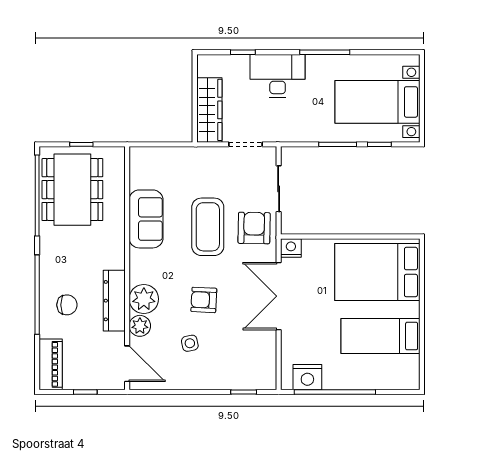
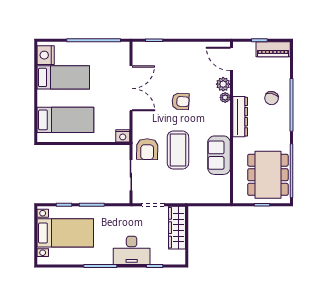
bed: (377, 272) -> (65, 120), width x0.67
double door: (279, 296) -> (131, 88), moved
plant: (144, 299) -> (225, 97), width x0.53, depth x0.53
dresser: (114, 301) -> (240, 117), moved
chair: (67, 305) -> (272, 98), turned -76
side table: (190, 343) -> (190, 73), removed
piano: (51, 364) -> (273, 49), moved, turned -90
nightstand: (307, 377) -> (46, 55), moved, turned -90

